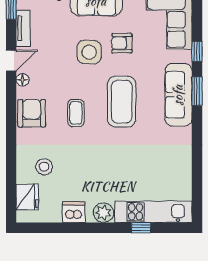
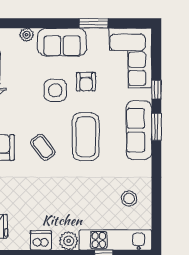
armchair: (122, 43) -> (86, 82), turned -90
coffee table: (76, 113) -> (43, 147), turned -37
stool: (44, 167) -> (129, 199), moved

